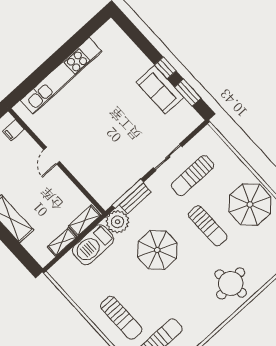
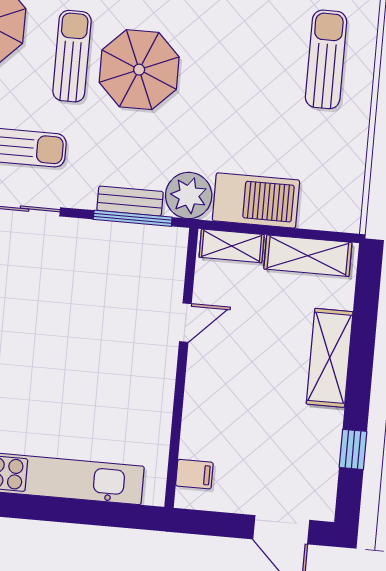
door: (52, 156) -> (185, 323), moved
shelving: (62, 242) -> (308, 256), width x1.50, depth x1.33
parasol: (157, 250) -> (139, 70), moved

